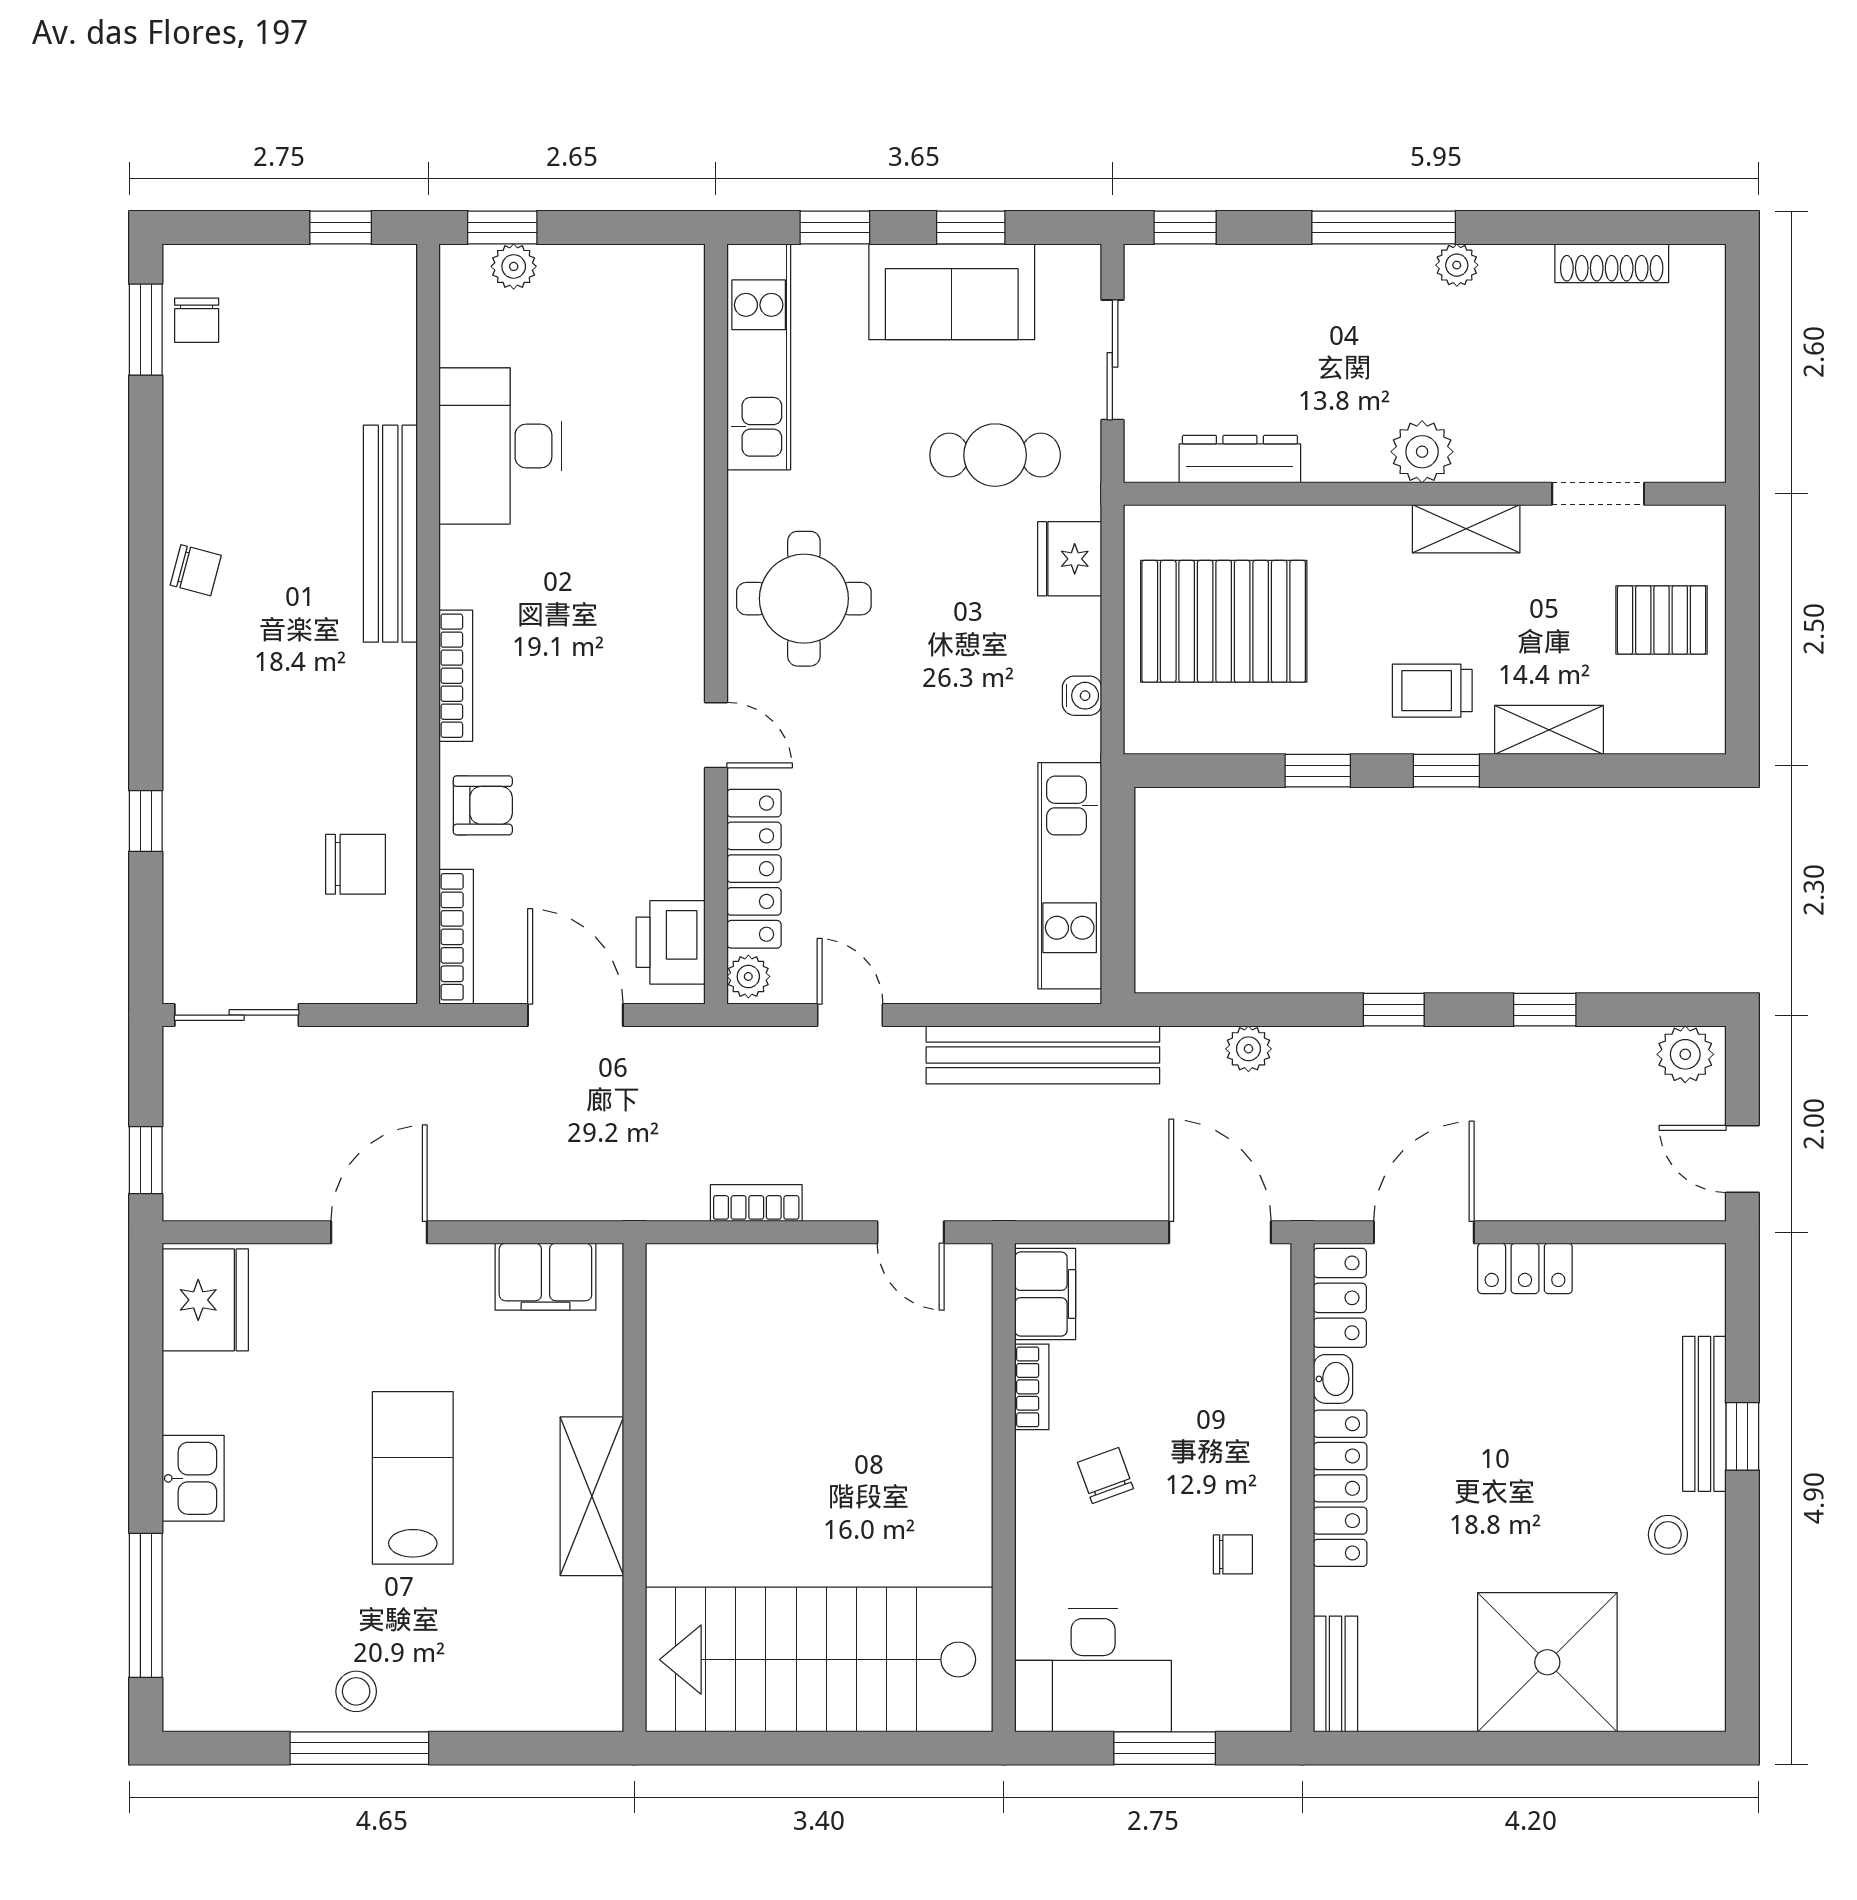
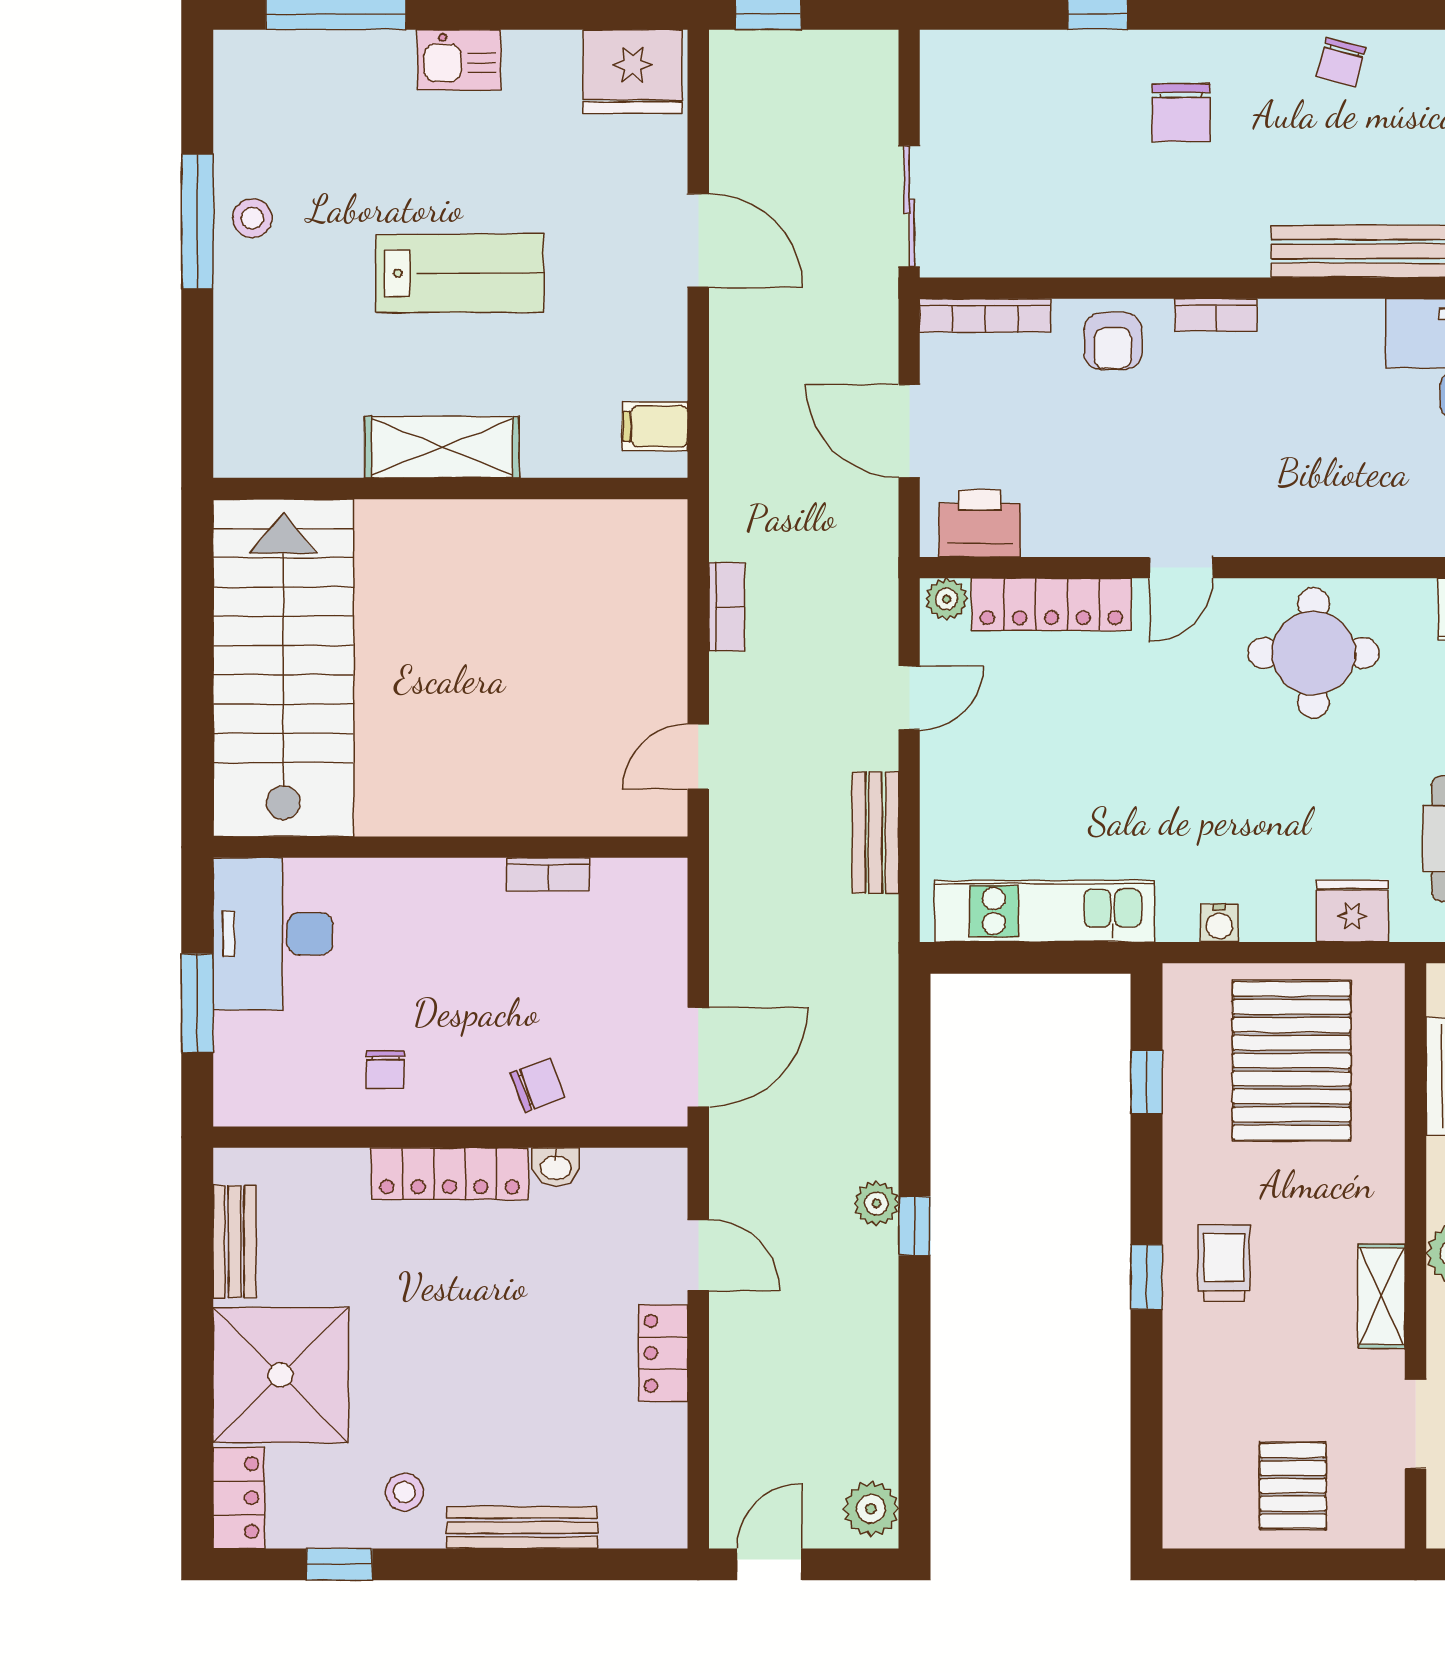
bookcase: (456, 676) -> (1216, 315), width x0.64
shelving: (1549, 730) -> (1186, 1377), removed
window: (1318, 771) -> (1147, 1082), moved
chair: (356, 864) -> (1181, 113), moved
window: (1545, 1010) -> (914, 1372), removed
sliding door: (237, 1015) -> (909, 206), moved
door: (575, 1015) -> (909, 431), swing flipped
plant: (1248, 1049) -> (876, 1203), moved
bench: (1043, 1055) -> (875, 833), width x0.54, depth x0.82
door: (1424, 1232) -> (698, 1255), width x0.73
filing cabinet: (545, 1277) -> (655, 426), width x0.50
filing cabinet: (1045, 1294) -> (638, 887), removed
locker: (1340, 1298) -> (239, 1498), moved, turned -90
window: (1742, 1436) -> (339, 1564), moved
chair: (1105, 1476) -> (537, 1085), moved
bench: (1336, 1674) -> (234, 1242), moved, turned 90

